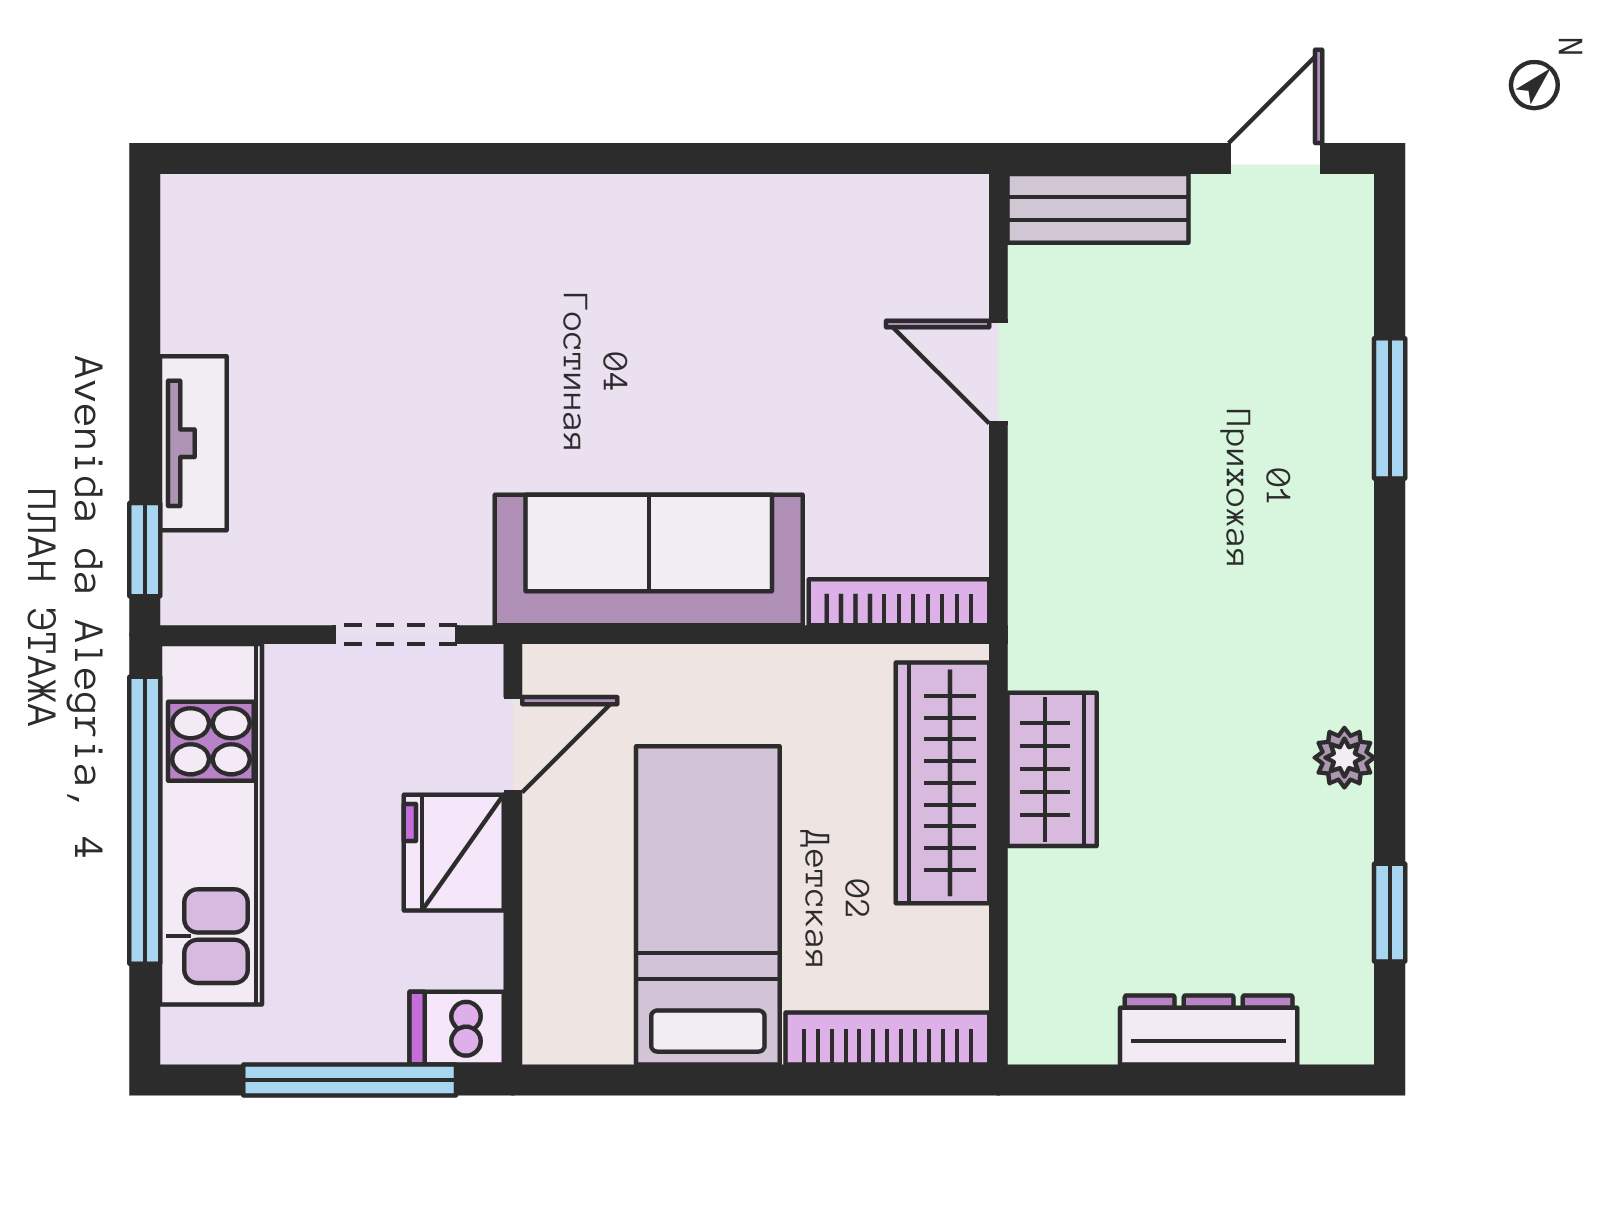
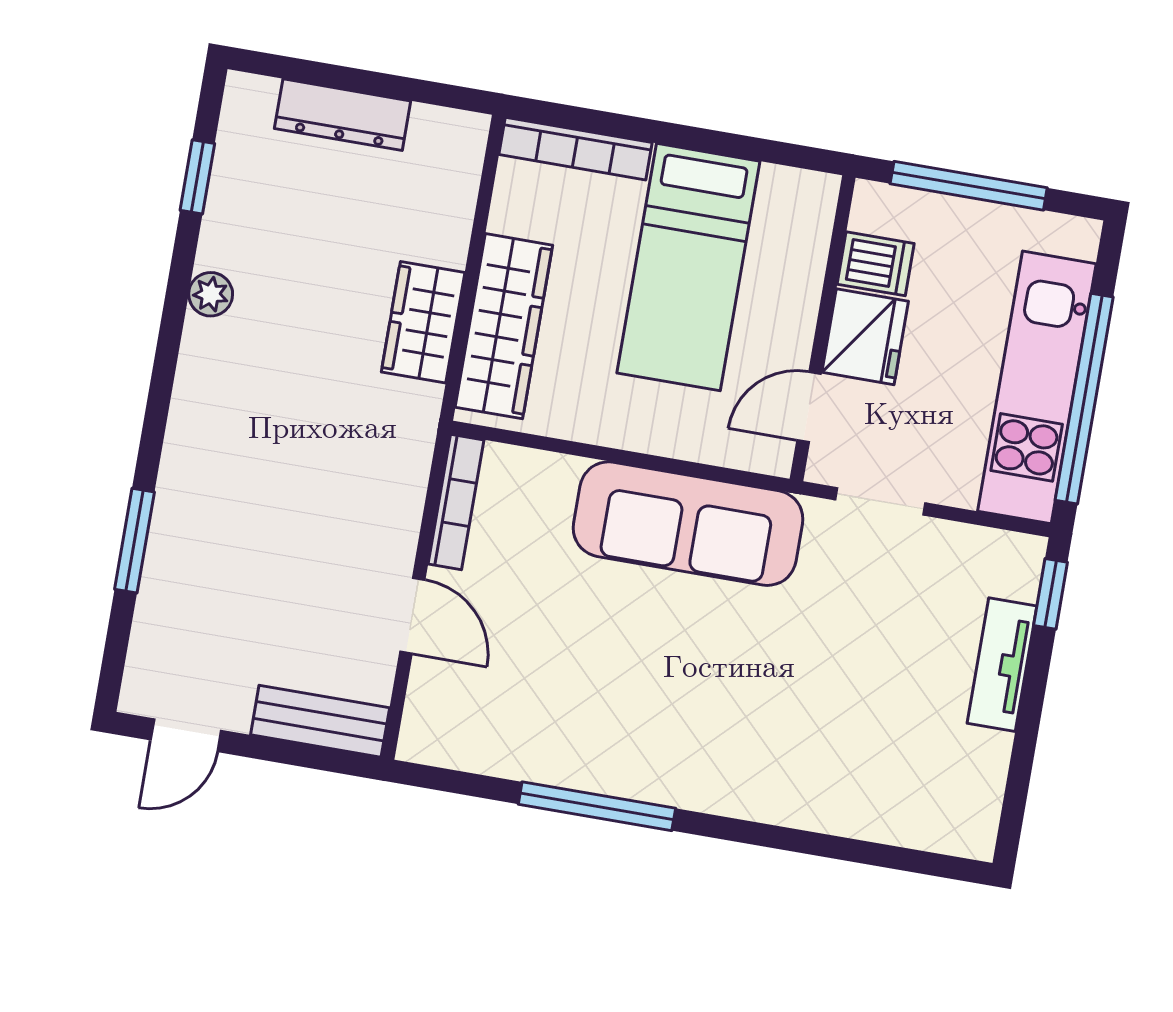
window: (706, 159) -> (597, 806), added
bookcase: (899, 602) -> (456, 502), moved, turned -90
dishwasher: (457, 1028) -> (876, 264), moved

